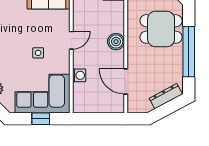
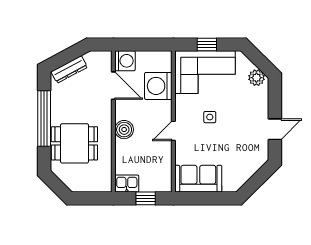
washing machine: (79, 75) -> (158, 86), width x1.89, depth x1.89
washing machine: (115, 104) -> (125, 61), added

